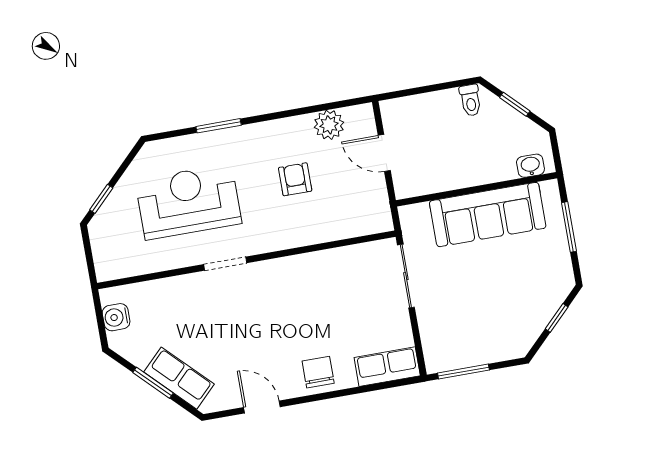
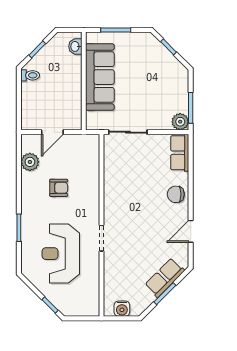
armchair: (295, 179) -> (59, 188), turned 180
plant: (438, 359) -> (180, 122), added

